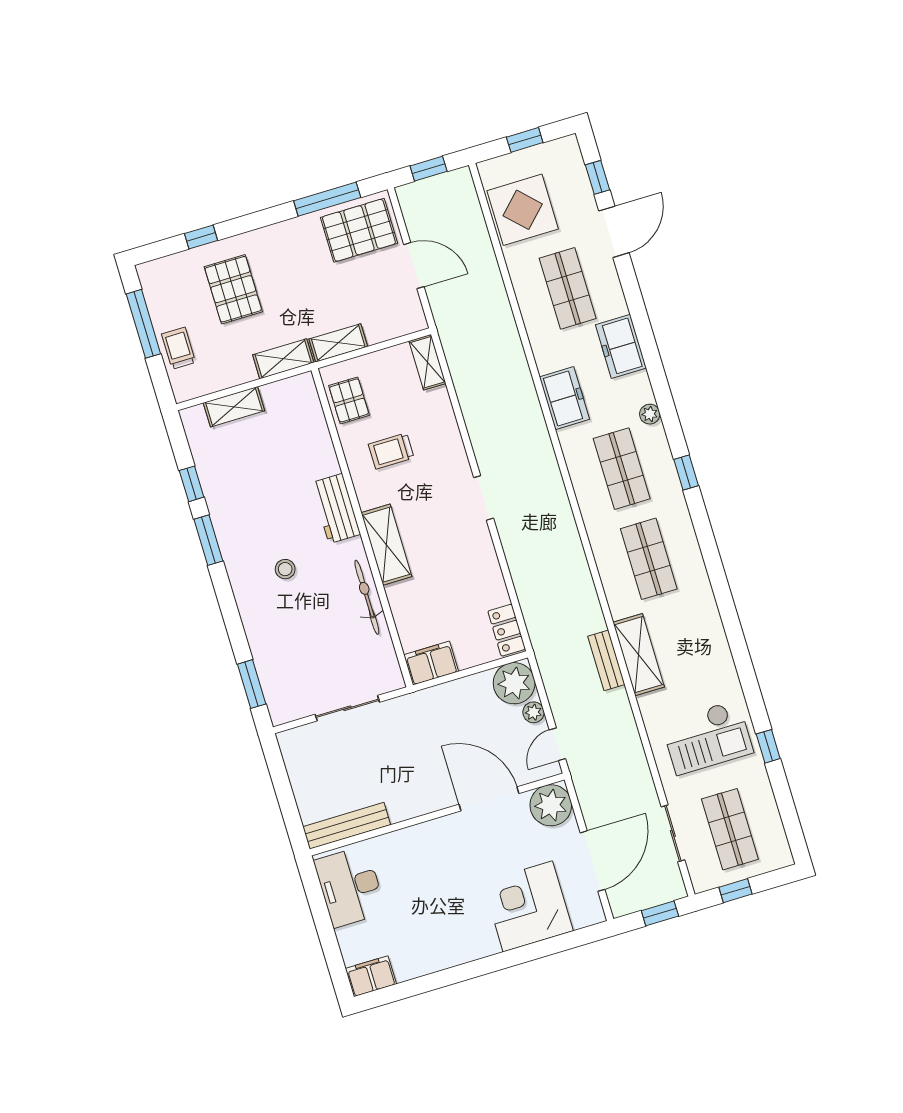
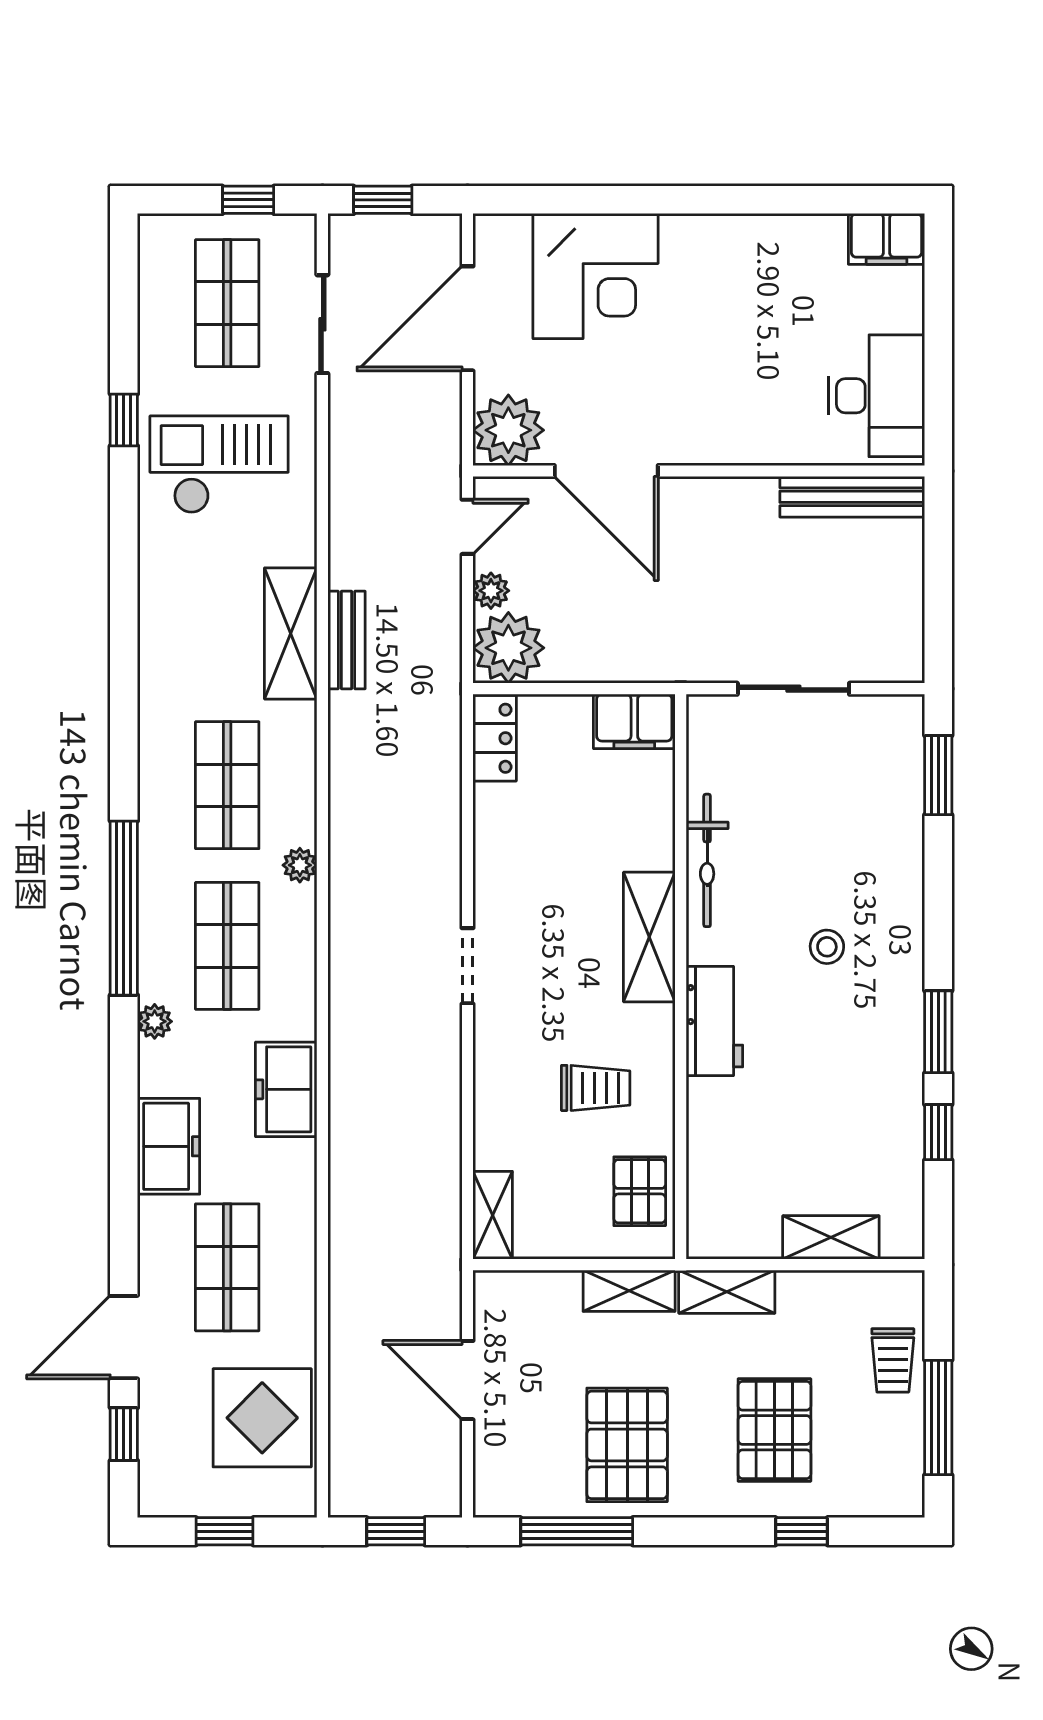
pallet: (359, 230) -> (627, 1445), moved, turned 90
window: (686, 472) -> (124, 908), width x3.17
plant: (595, 526) -> (300, 865), added

